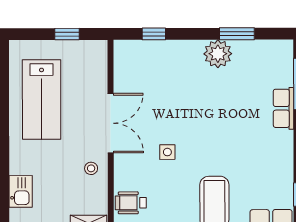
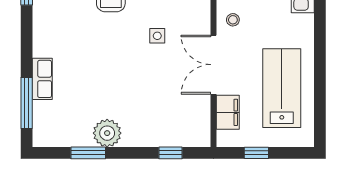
filing cabinet: (96, 75) -> (228, 112), added

